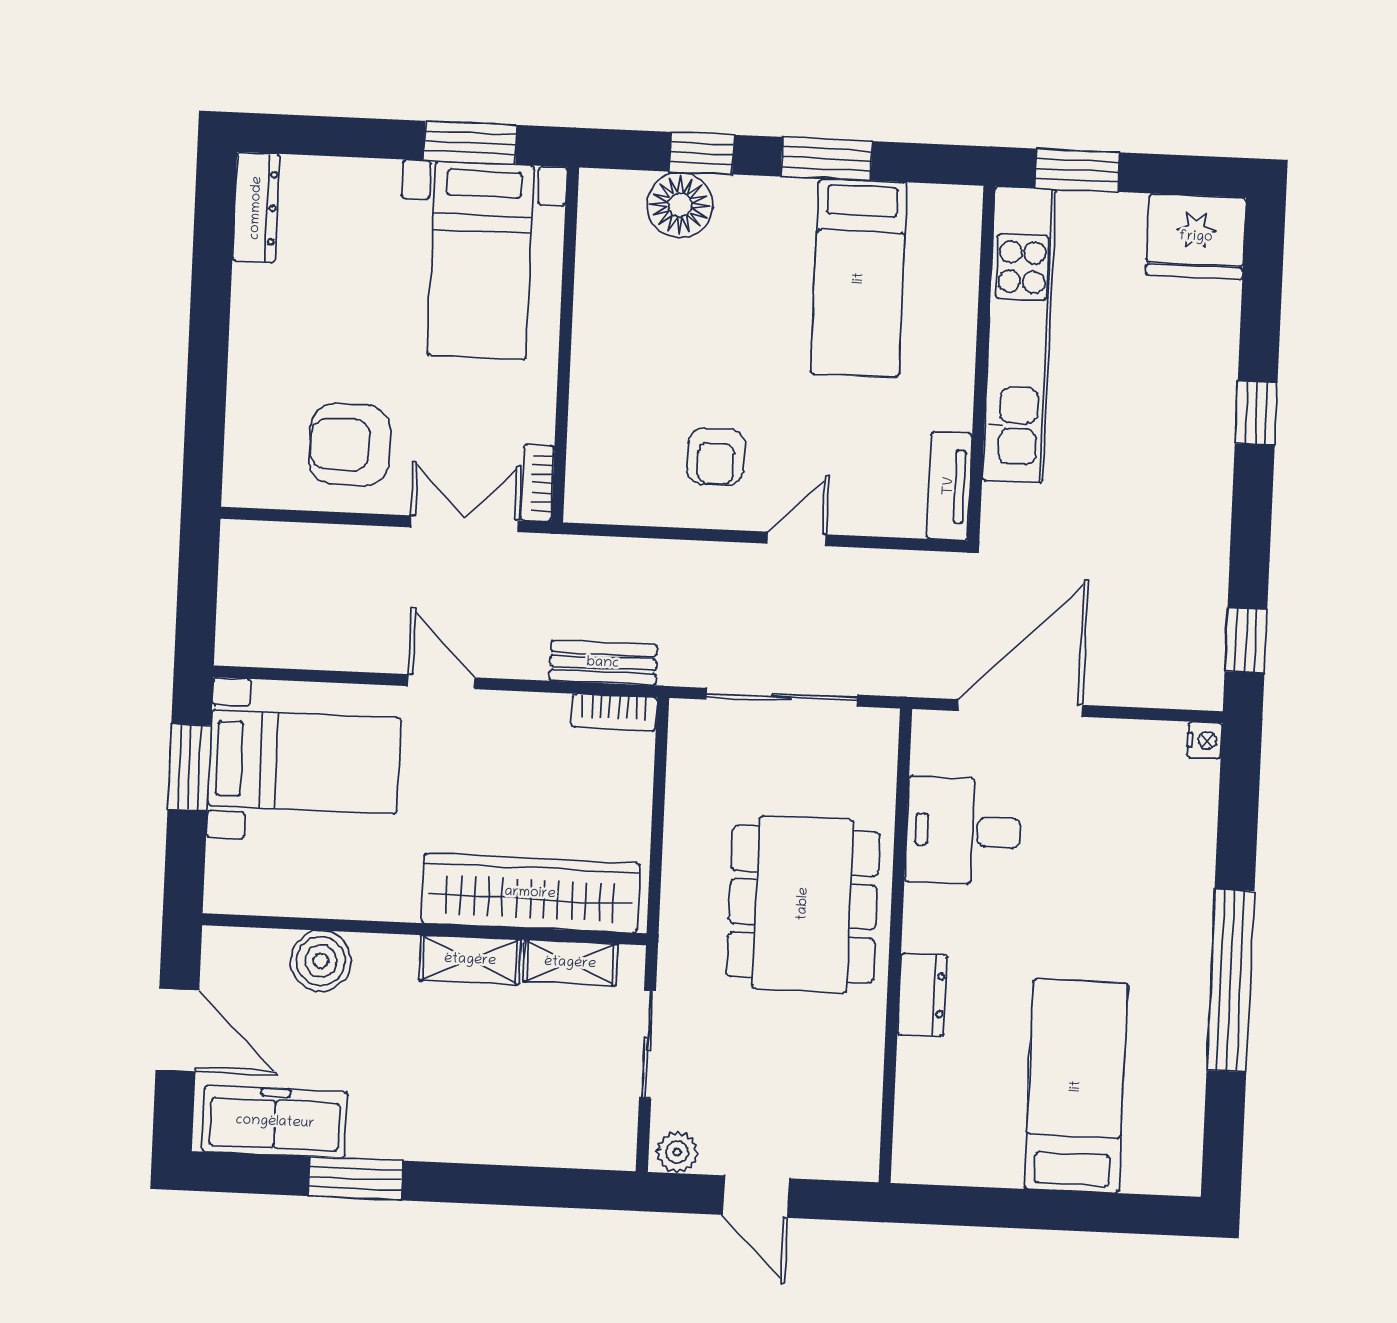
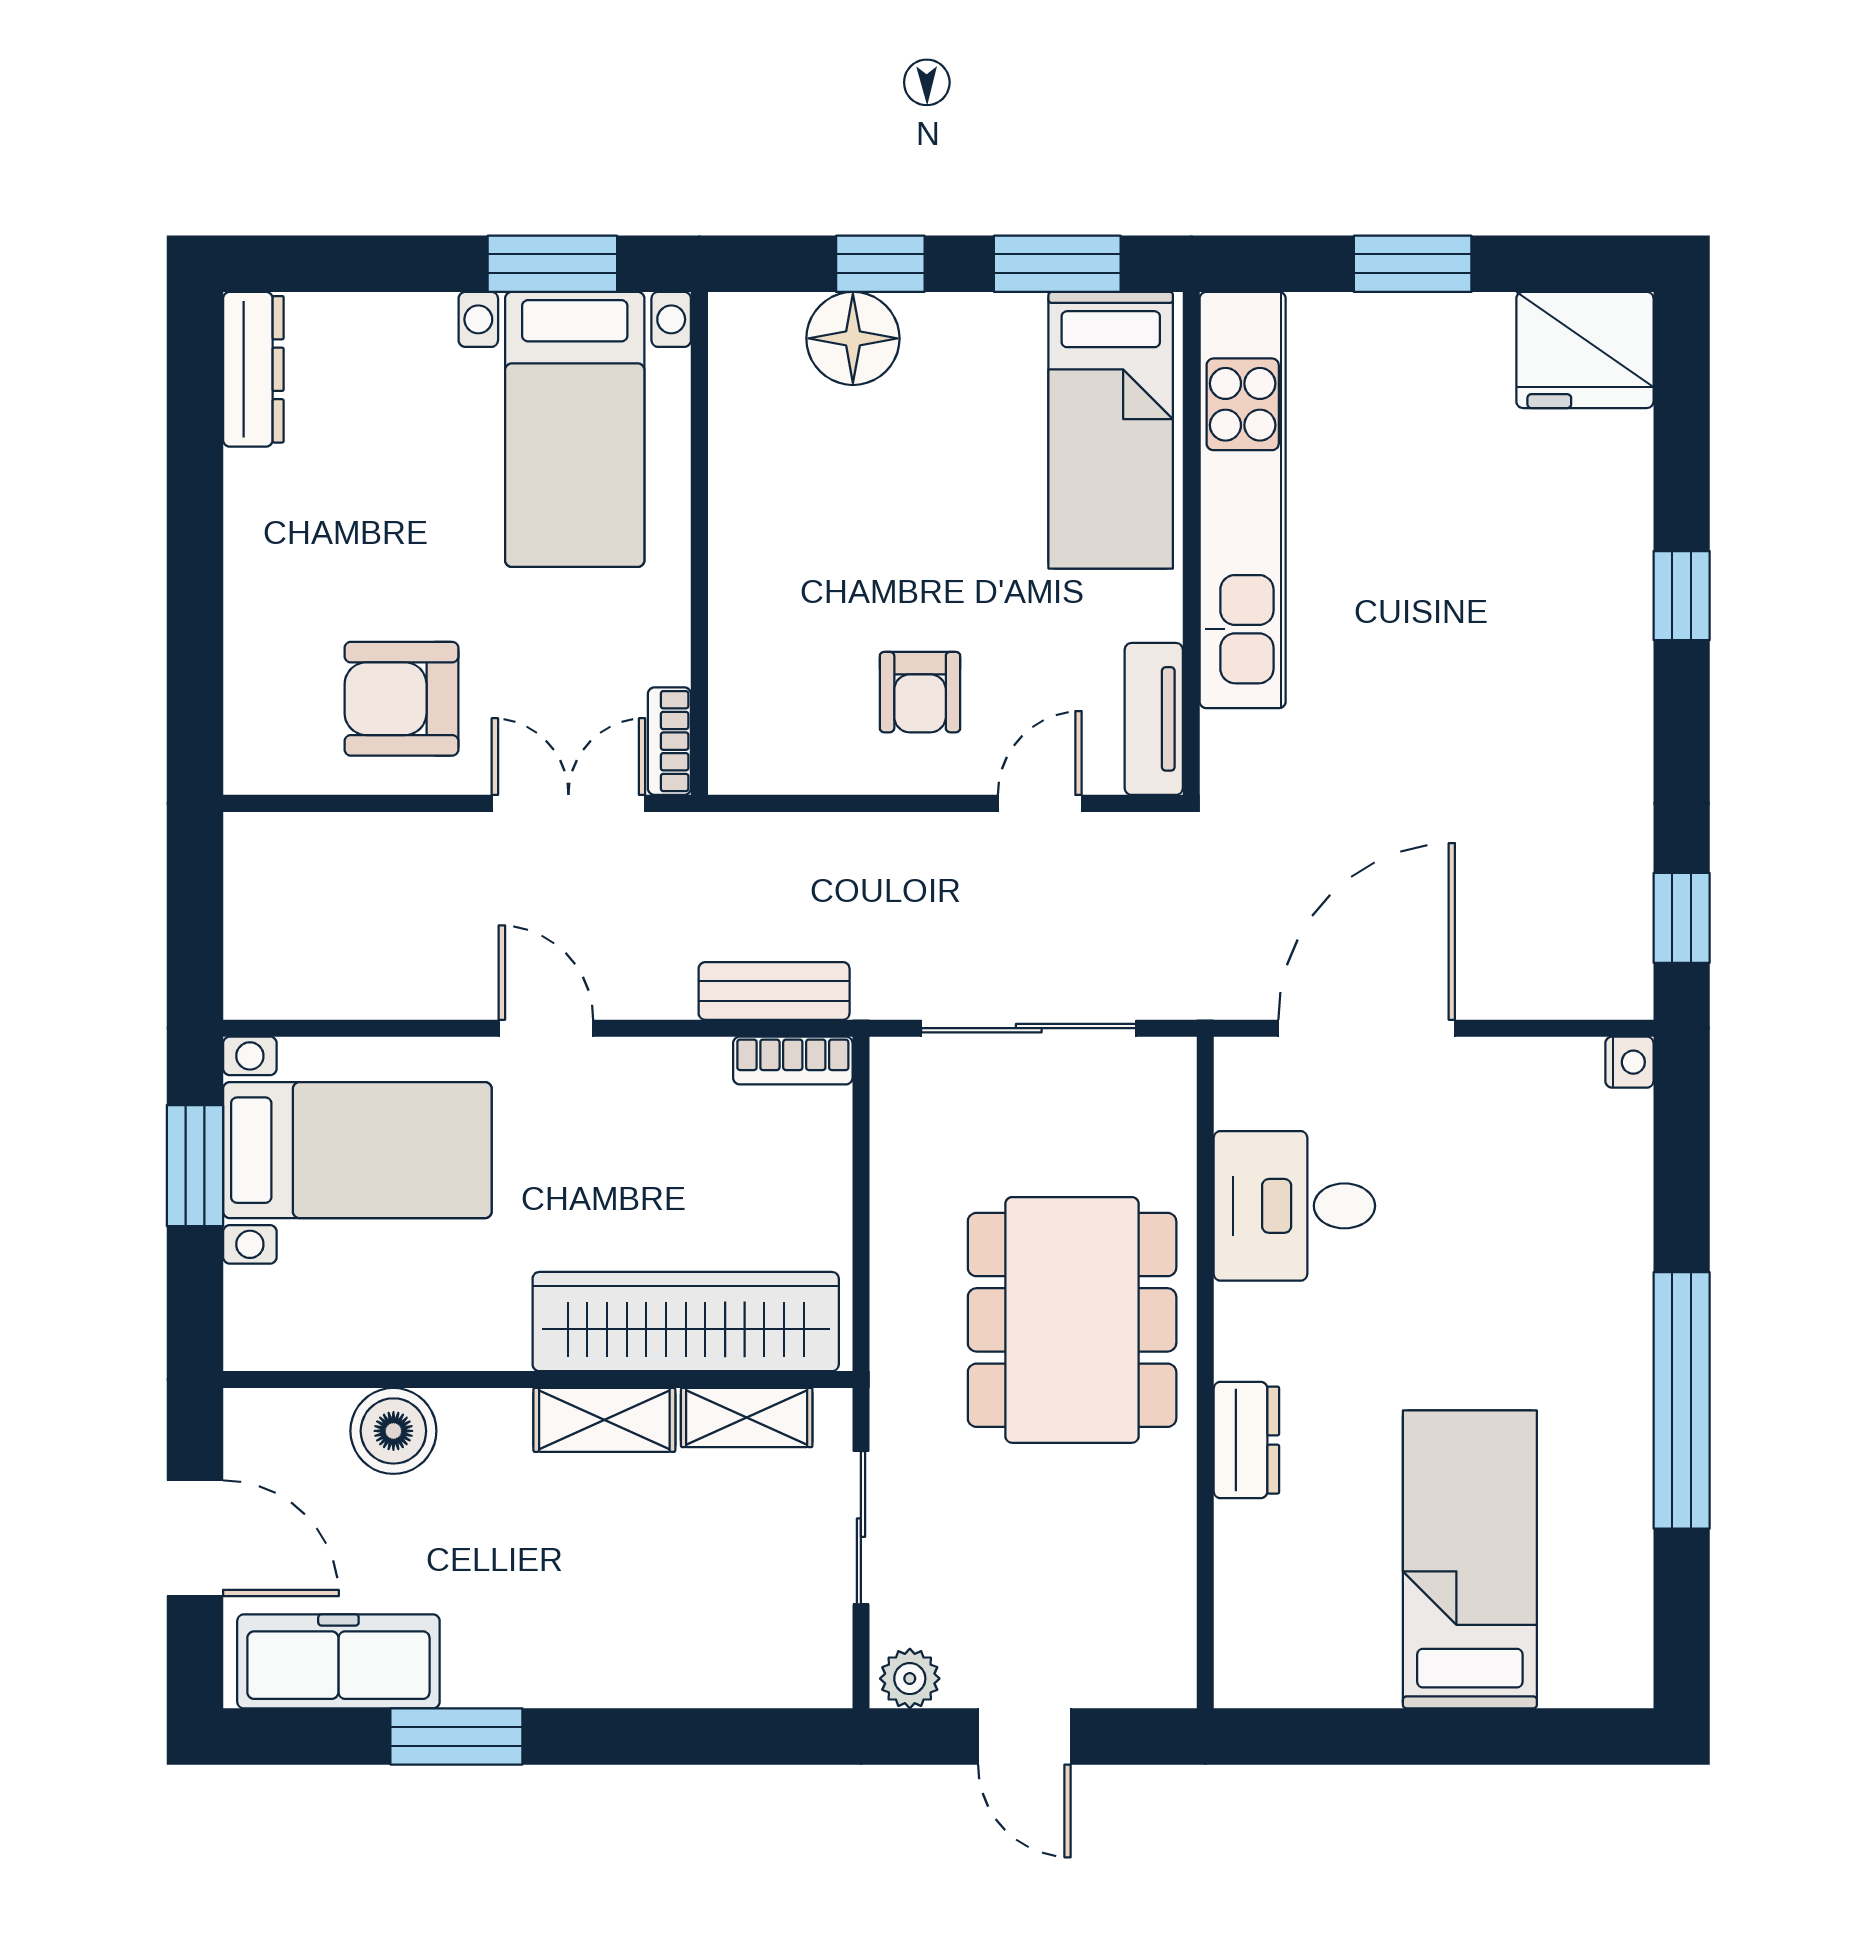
kitchen unit: (1019, 335) -> (1243, 500), moved
wall: (981, 364) -> (1191, 543), moved
tv unit: (949, 486) -> (1154, 719), moved

